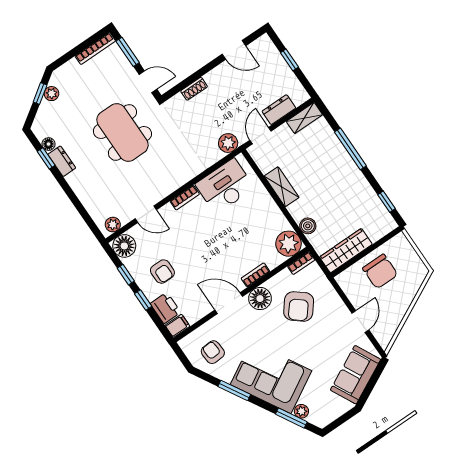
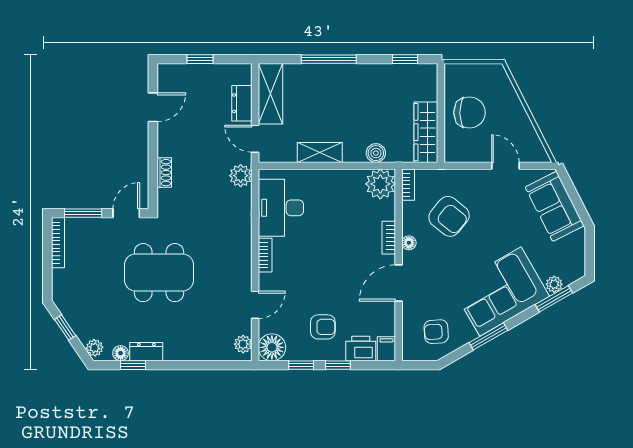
plant: (52, 94) -> (94, 348), moved
shelving: (304, 118) -> (270, 94), width x1.50, depth x1.33
floor lamp: (260, 299) -> (409, 243), width x0.53, depth x0.53

